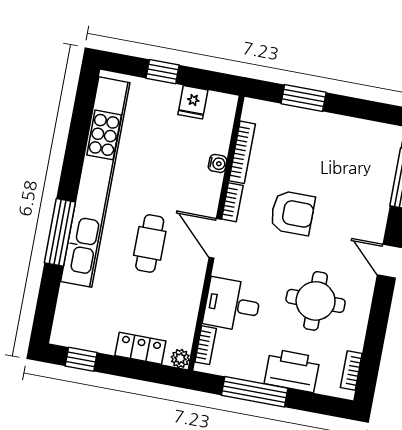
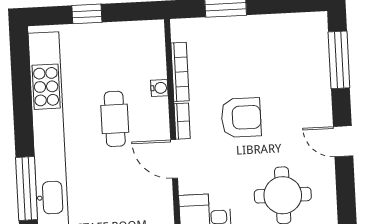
fridge: (193, 102) -> (122, 36), removed
cafe table: (150, 243) -> (115, 119), moved

